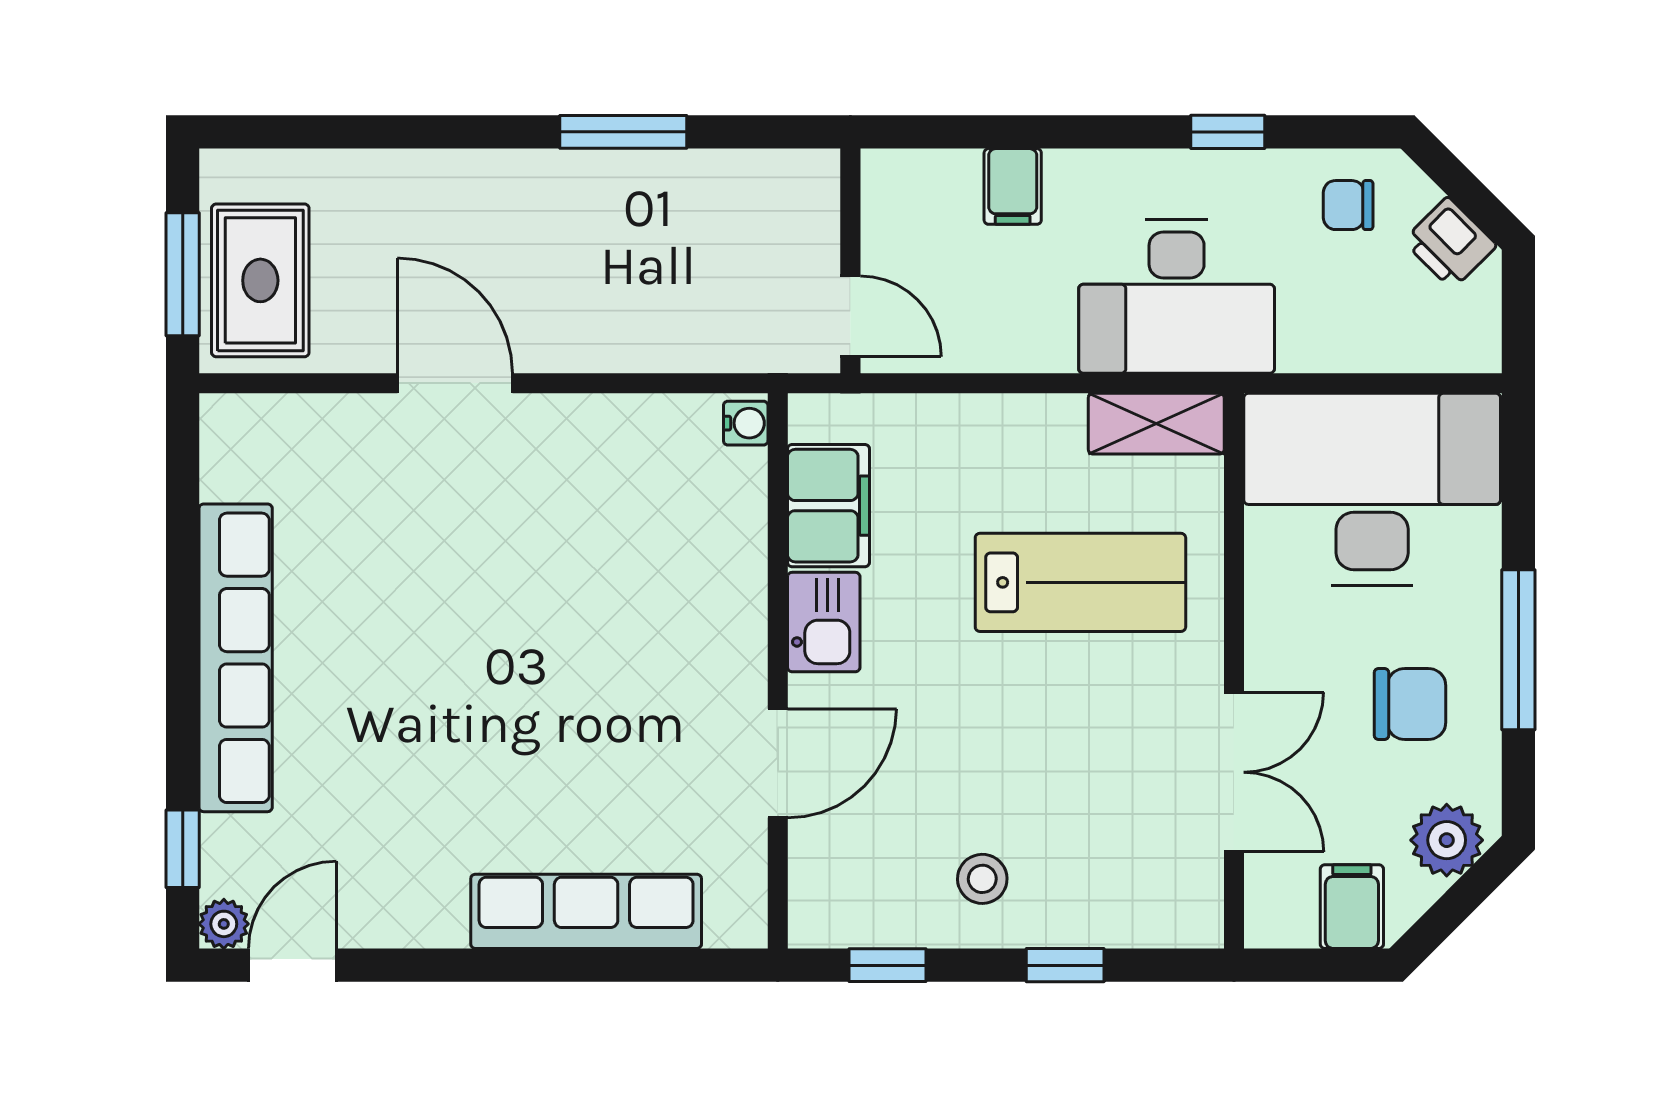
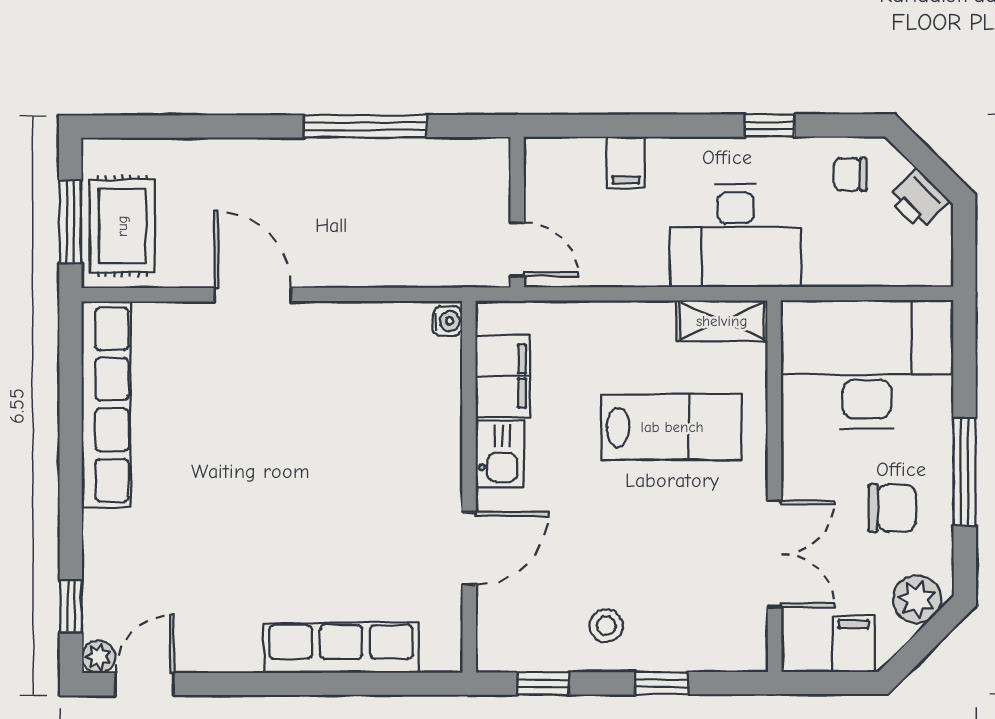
window: (623, 132) -> (365, 126), width x1.44
row of seats: (236, 658) -> (106, 404), moved

